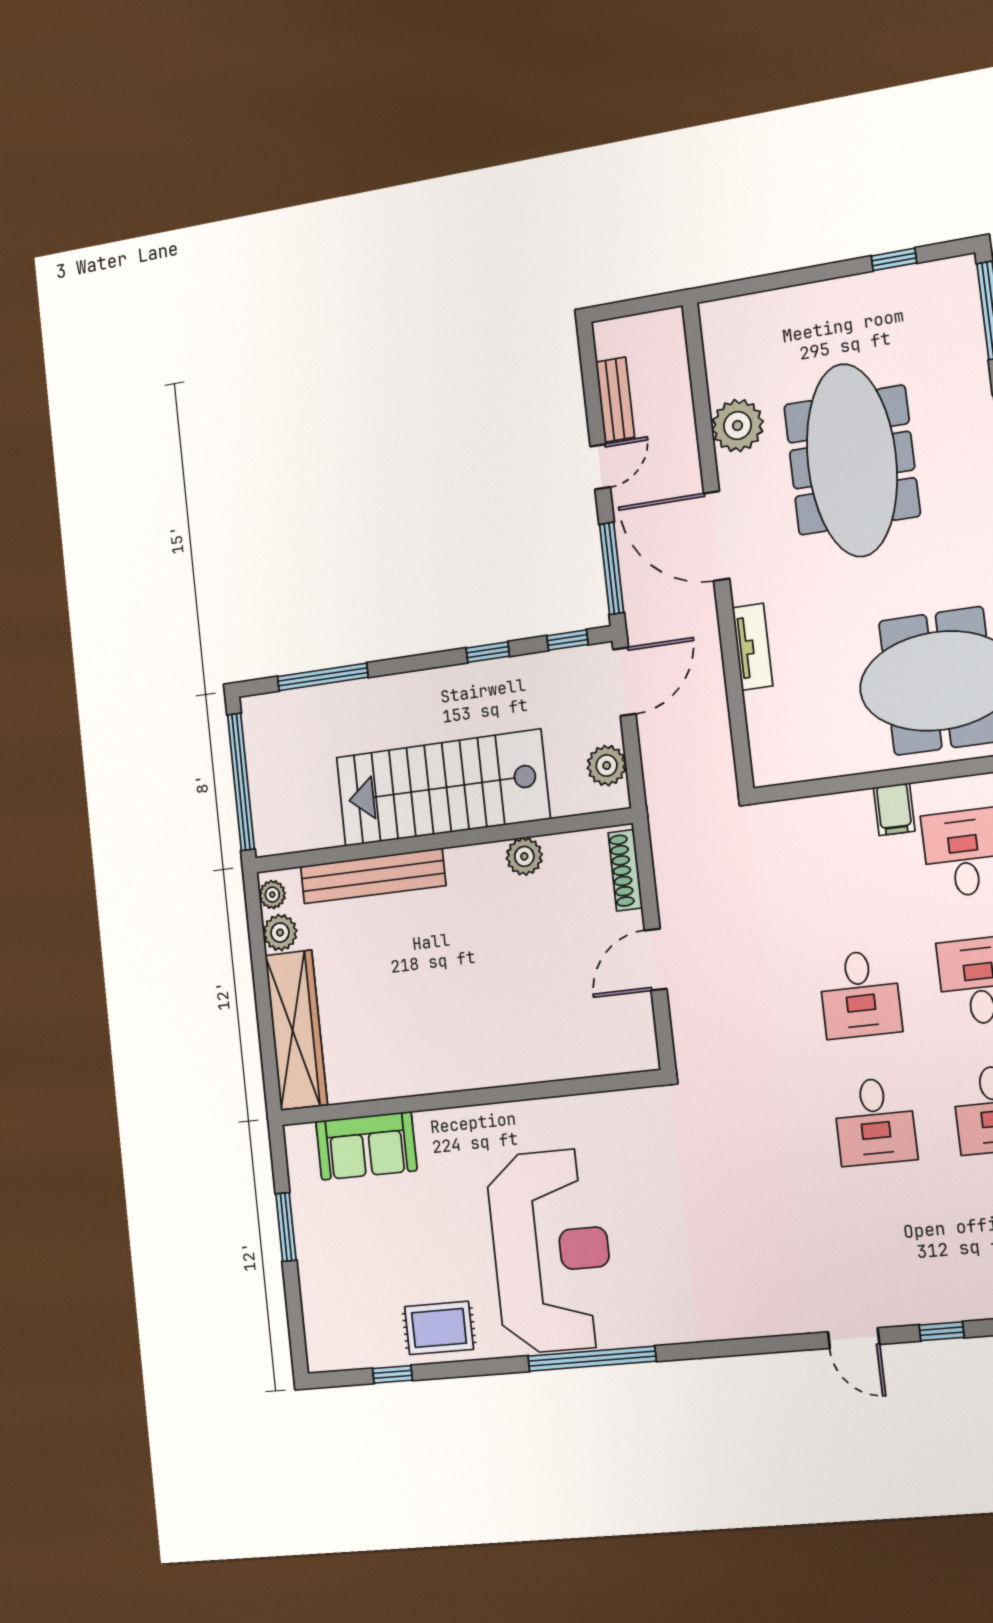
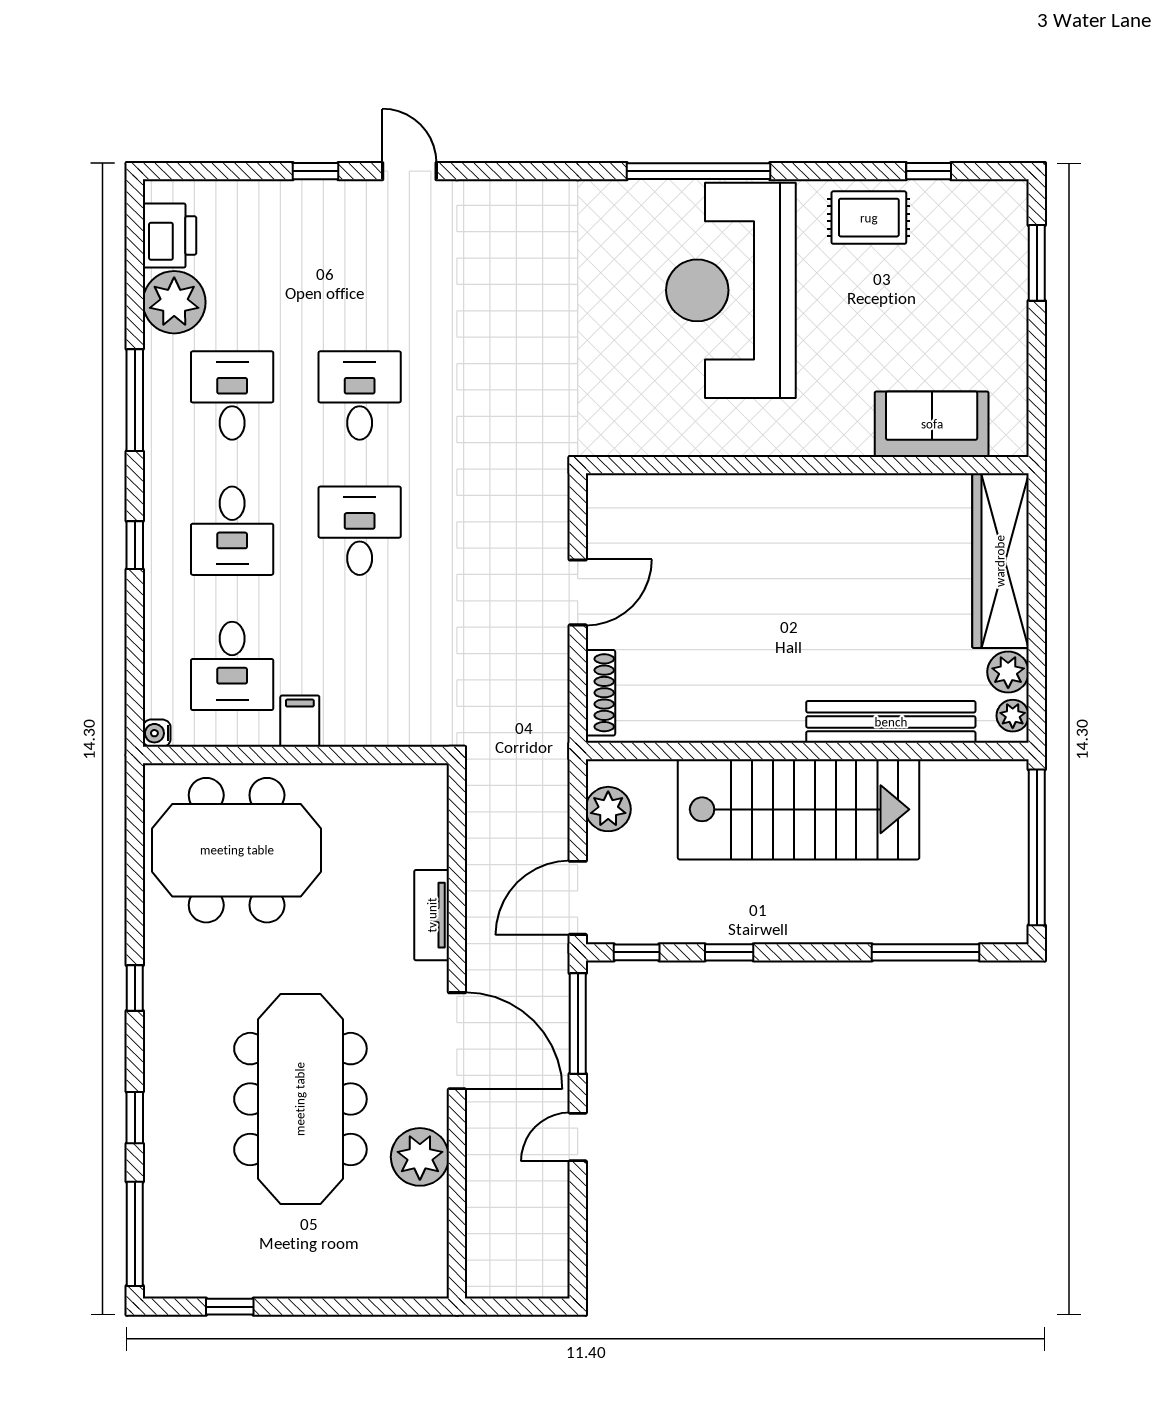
bench: (615, 400) -> (552, 1208), removed
plant: (524, 856) -> (713, 722), removed
window: (286, 1227) -> (1037, 263), moved

